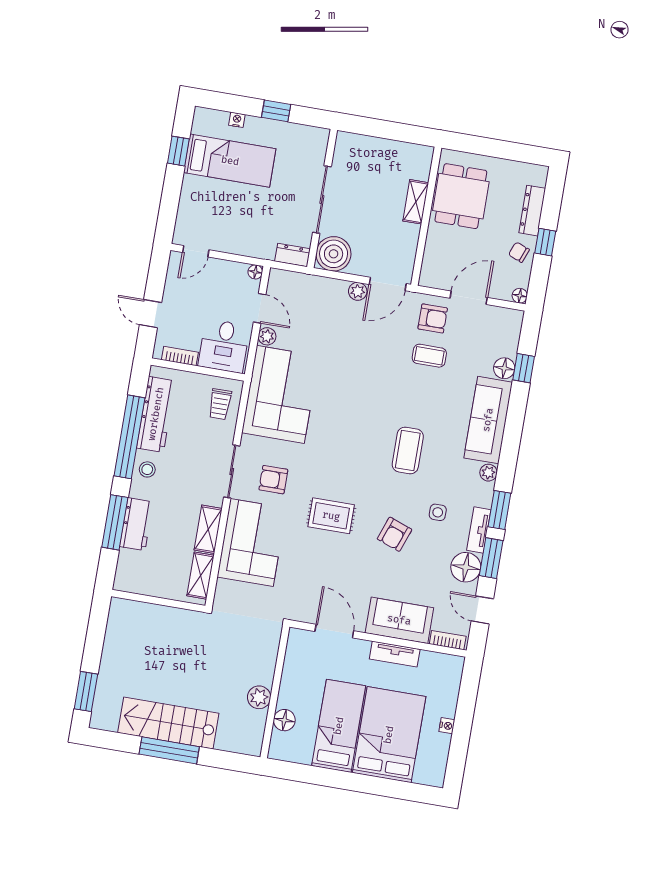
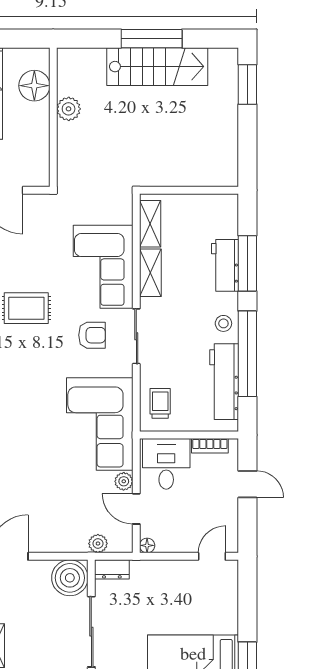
plant: (358, 291) -> (98, 544), moved
floor lamp: (284, 720) -> (34, 86), width x1.38, depth x1.38

